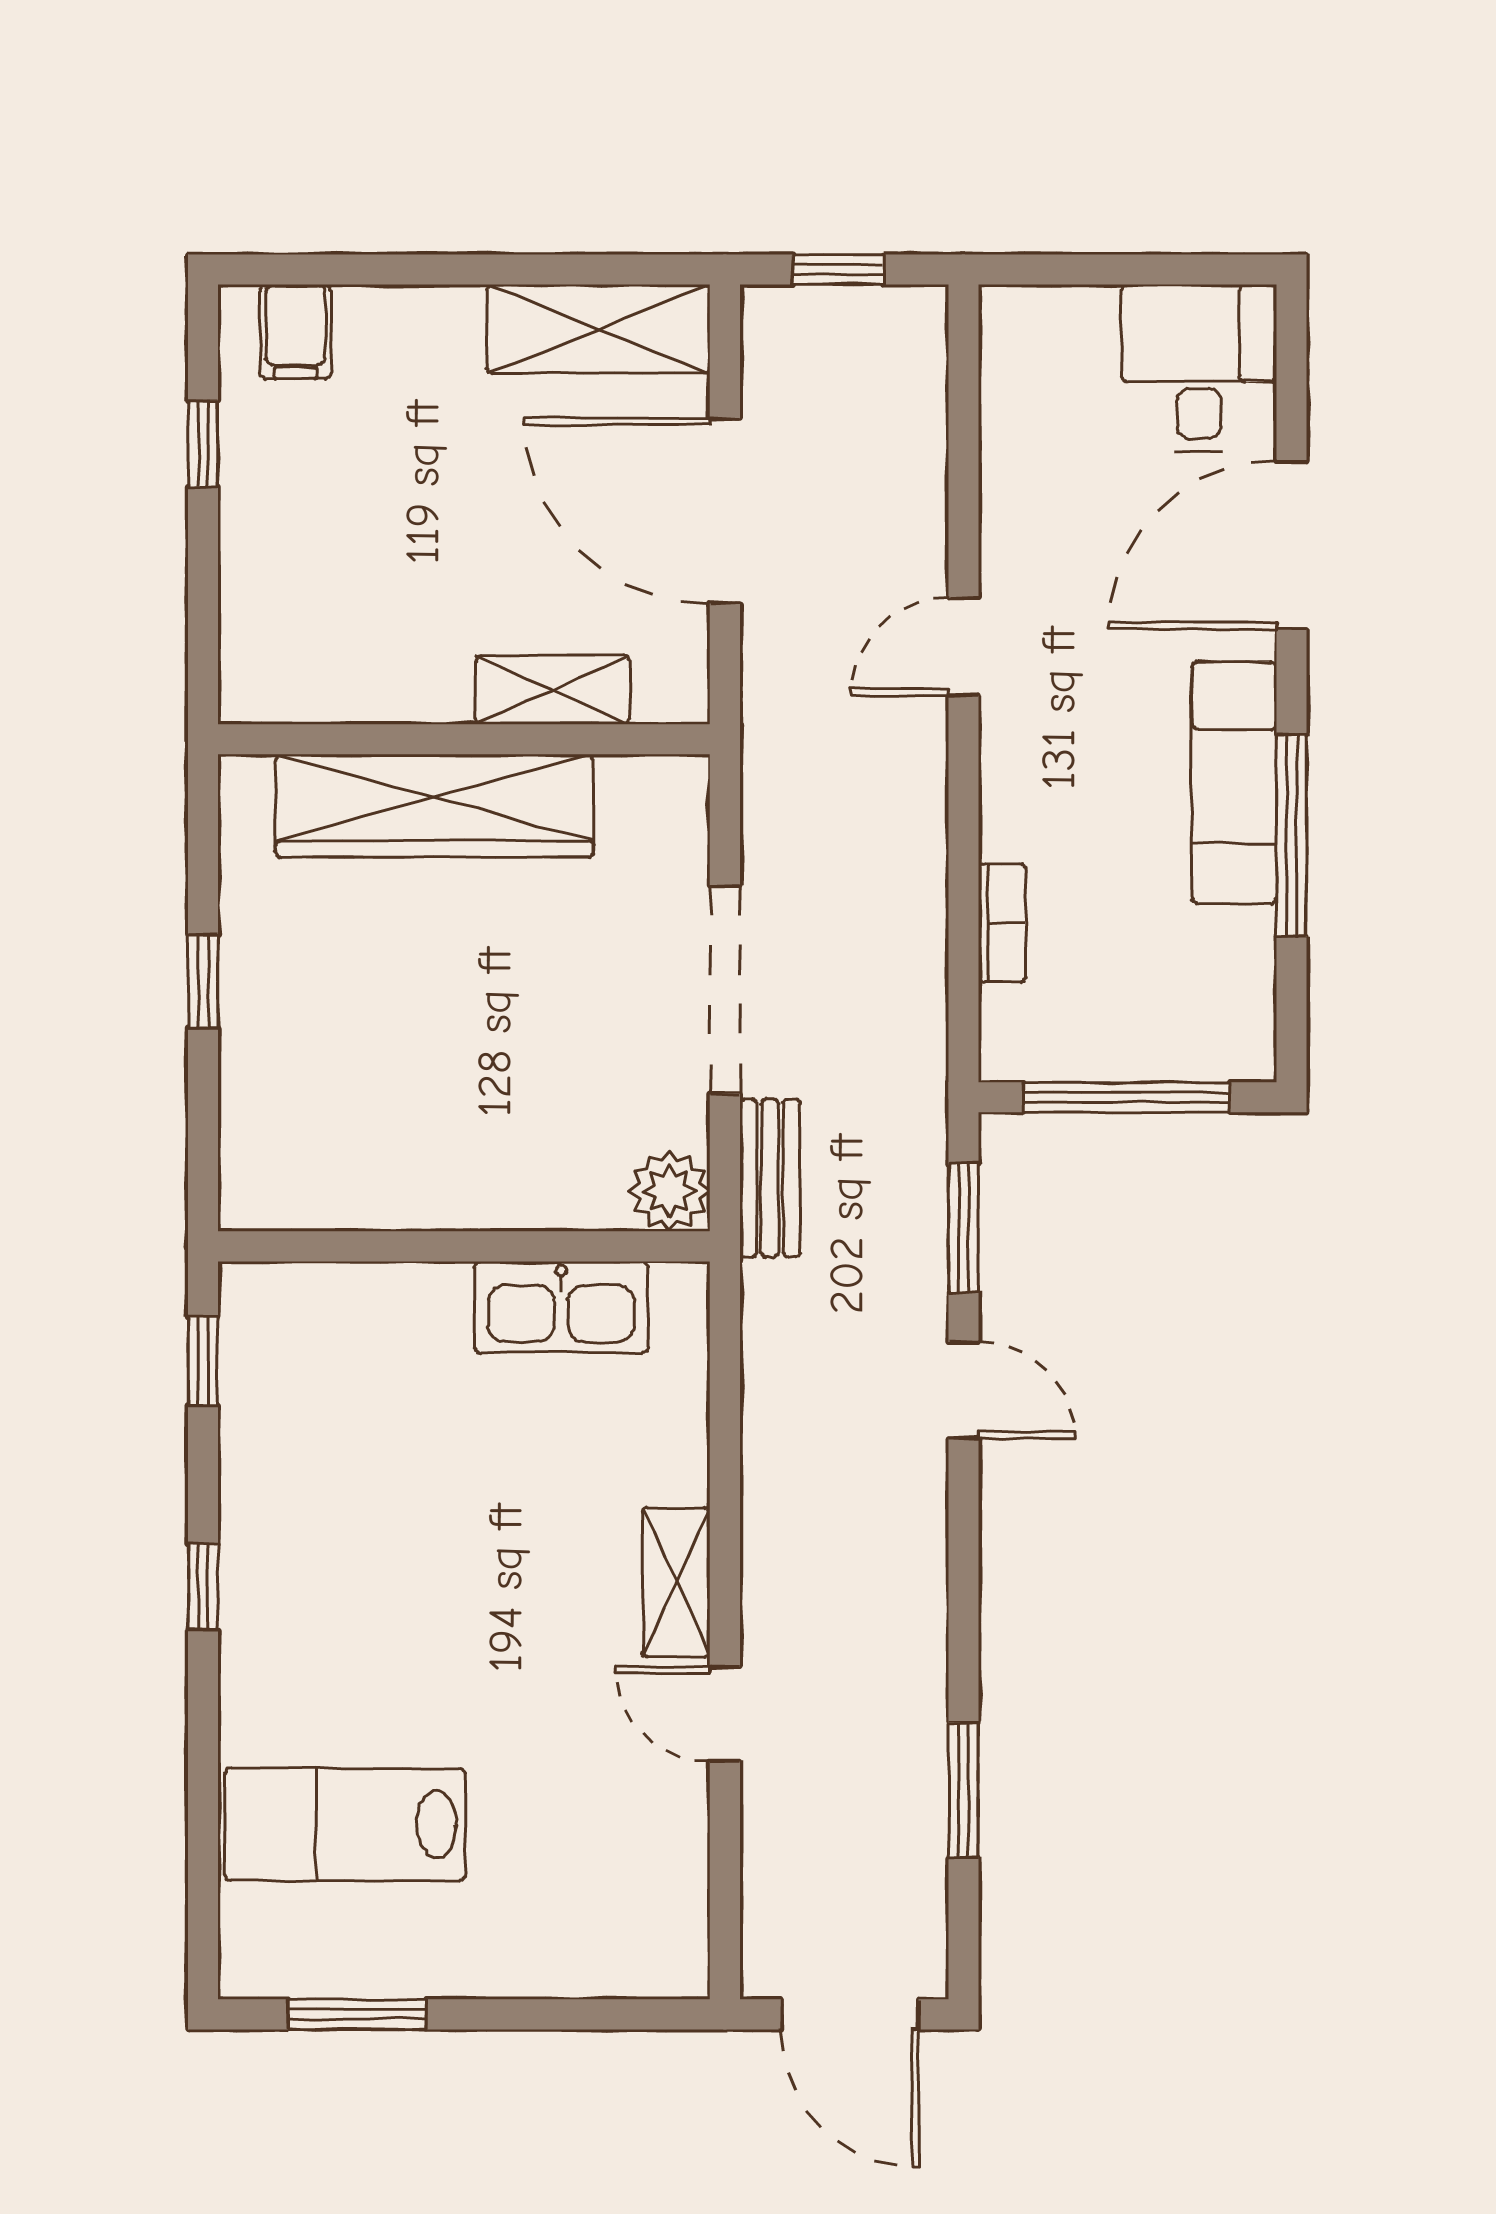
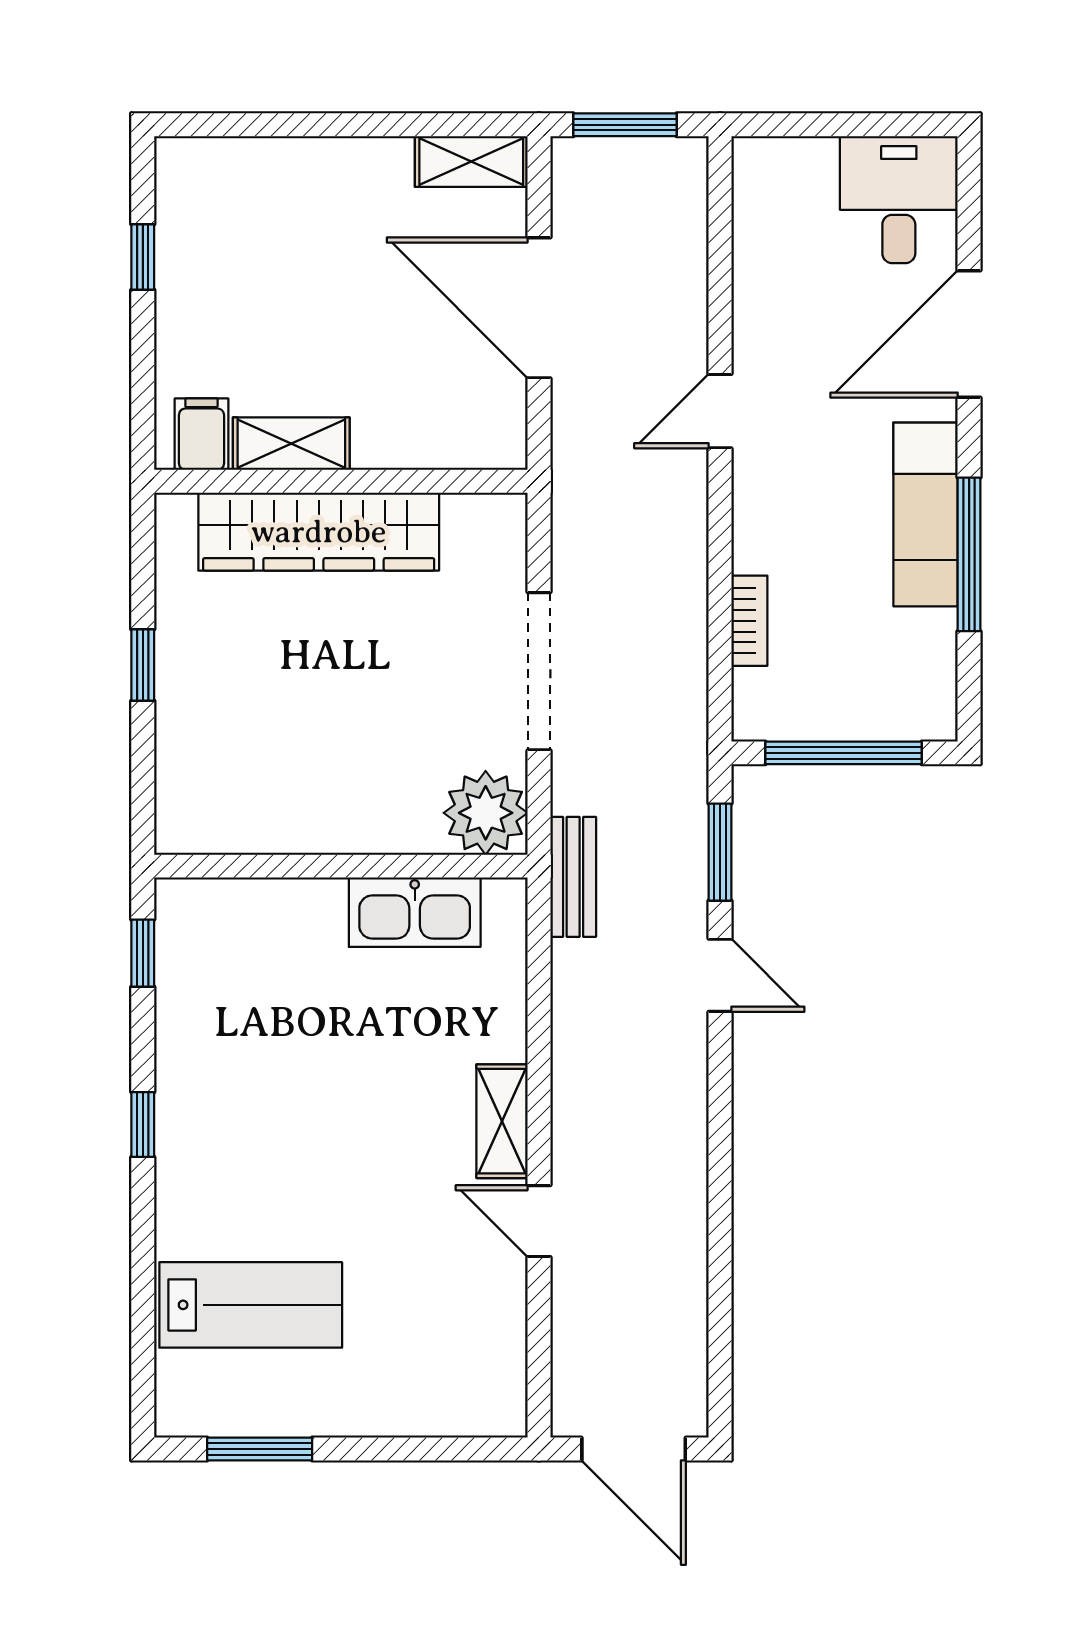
window: (838, 270) -> (625, 125), width x1.50
shelving: (598, 329) -> (471, 161), width x0.67, depth x0.75
filing cabinet: (296, 332) -> (201, 434), moved, turned 180
shelving: (552, 690) -> (291, 444), moved
bench: (770, 1178) -> (573, 877), moved
plant: (669, 1191) -> (486, 813), width x1.36, depth x1.36
window: (963, 1790) -> (720, 1279), removed
lab bench: (345, 1825) -> (251, 1305), turned 180

